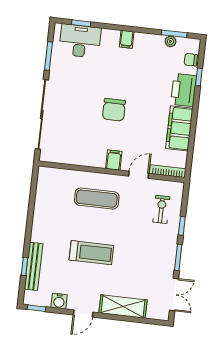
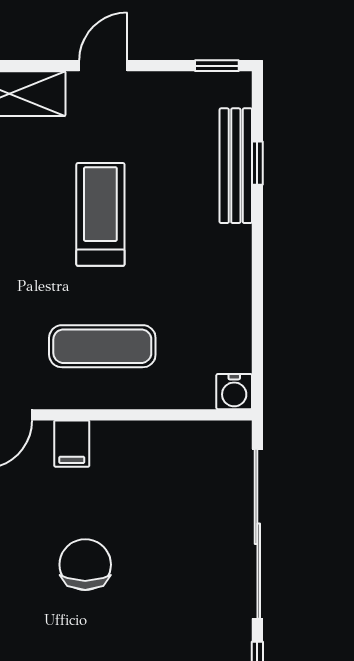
treadmill: (91, 253) -> (100, 214), turned 90
water cooler: (59, 301) -> (234, 392), moved, turned 180

